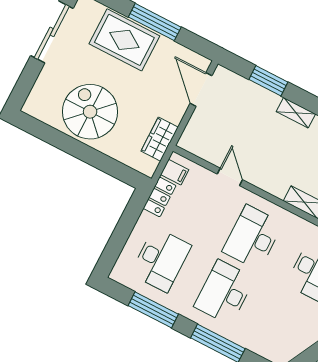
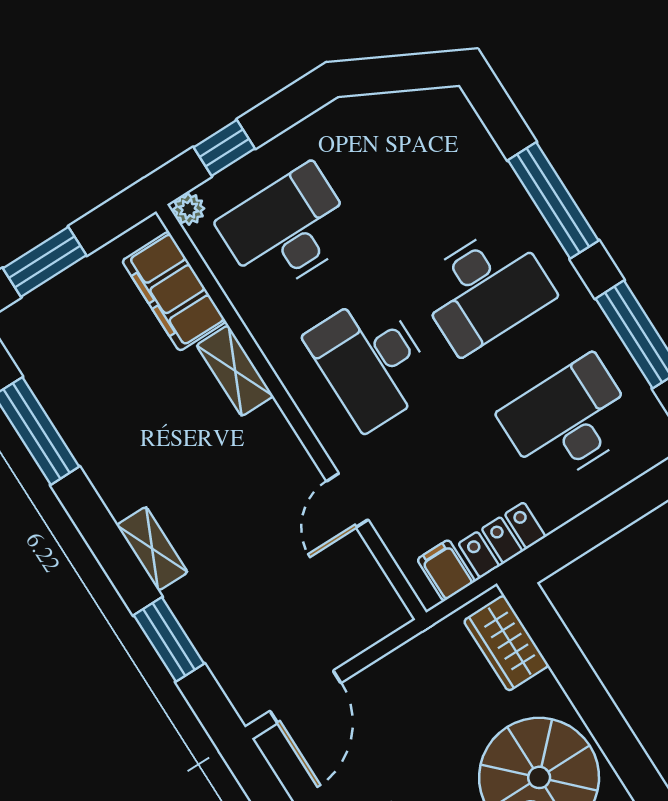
wardrobe: (160, 139) -> (506, 643), moved, turned 90
desk: (253, 237) -> (371, 361), turned 90

